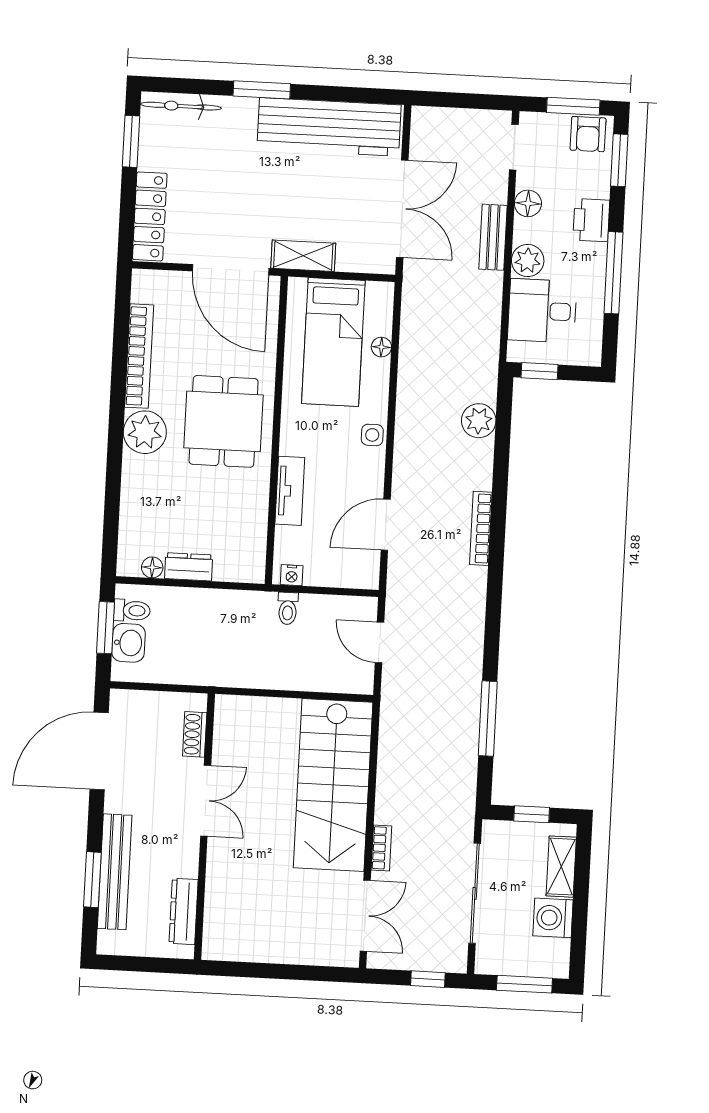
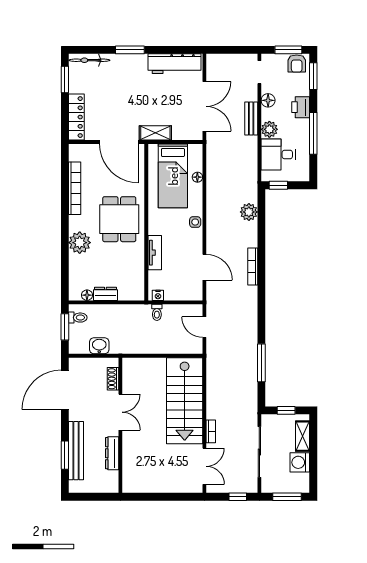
workbench: (329, 127) -> (175, 64), width x0.73, depth x0.76
plant: (145, 432) -> (80, 243), moved
door: (386, 525) -> (204, 267), swing flipped
washbasin: (128, 643) -> (99, 346), moved, turned -90
dresser: (184, 911) -> (112, 453), moved

